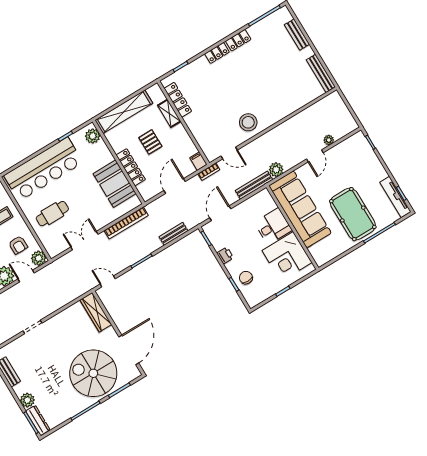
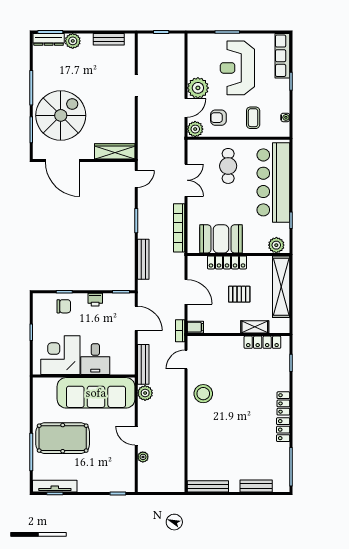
bench: (173, 234) -> (143, 259), width x1.36

